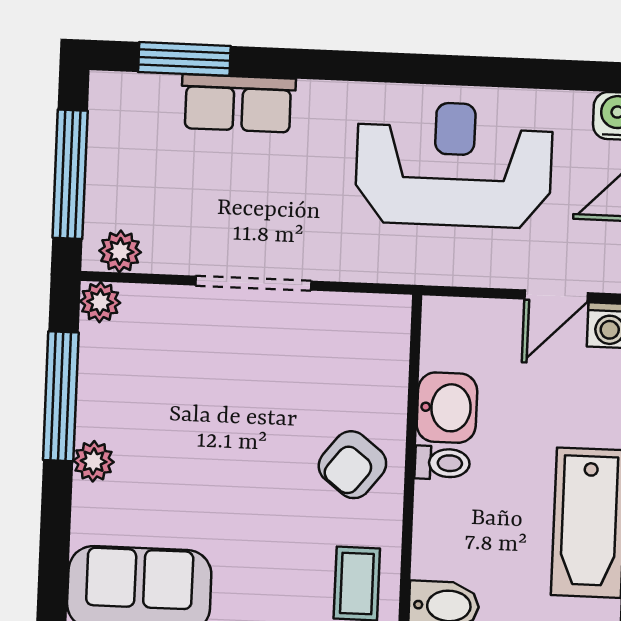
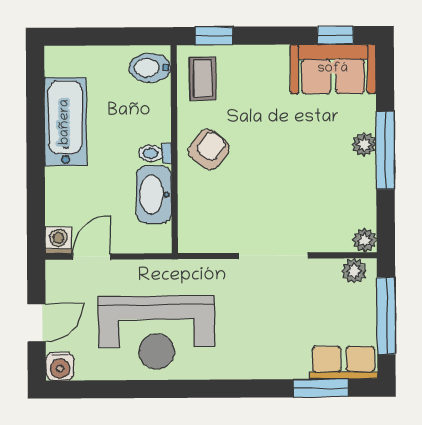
row of seats: (238, 103) -> (343, 363), moved
window: (61, 396) -> (385, 150), moved
washbasin: (447, 408) -> (154, 195), width x1.38

